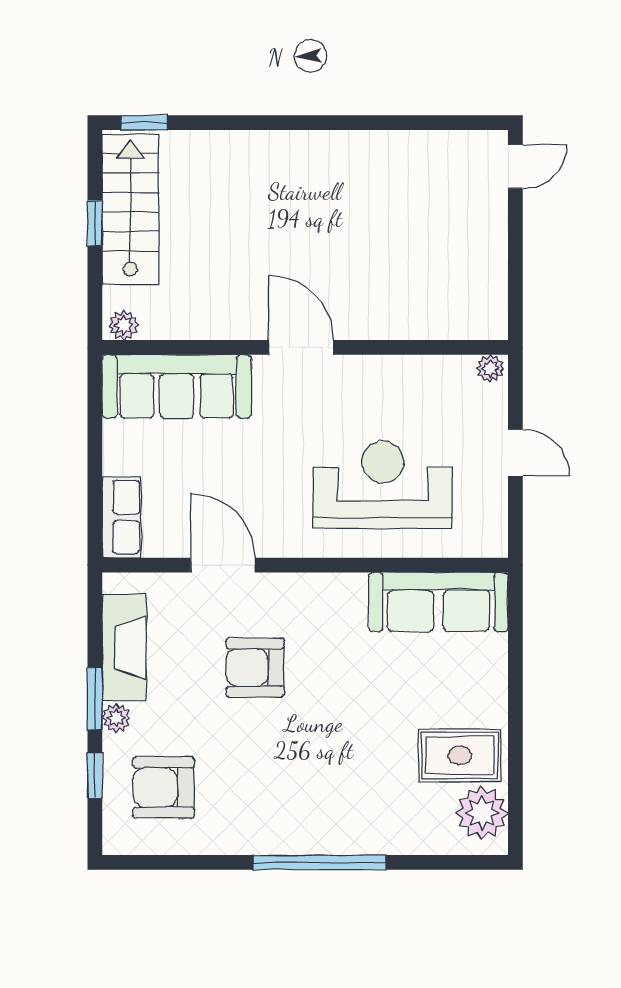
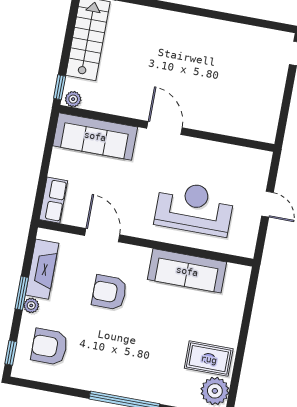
window: (95, 223) -> (60, 87), moved
plant: (490, 368) -> (262, 157), removed
sofa: (439, 602) -> (187, 271), moved
window: (95, 776) -> (11, 353), moved

